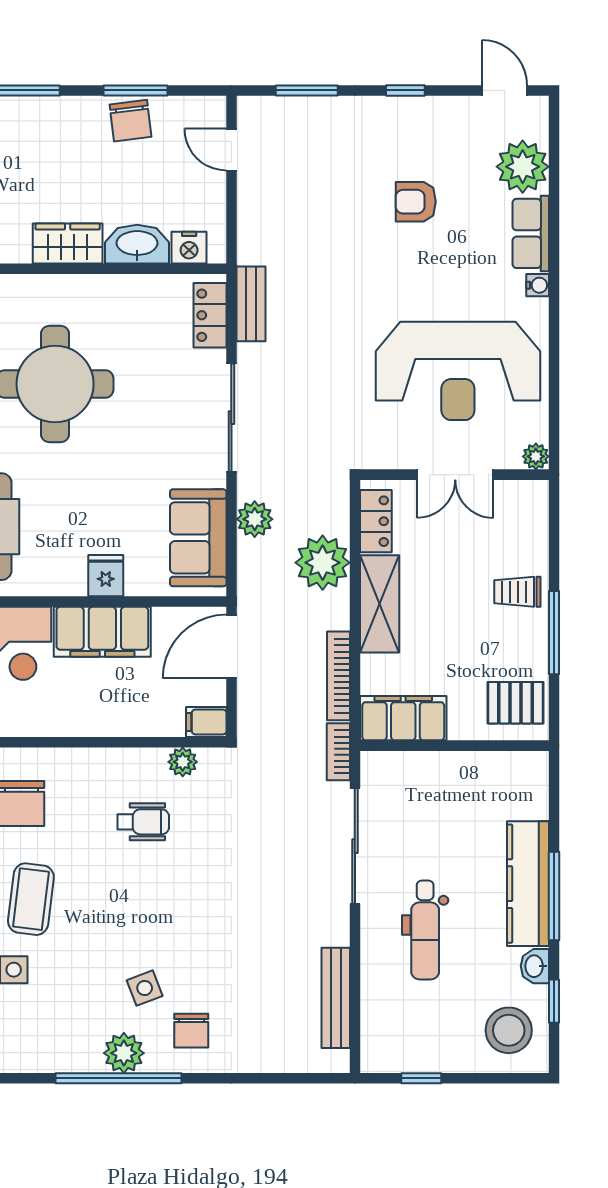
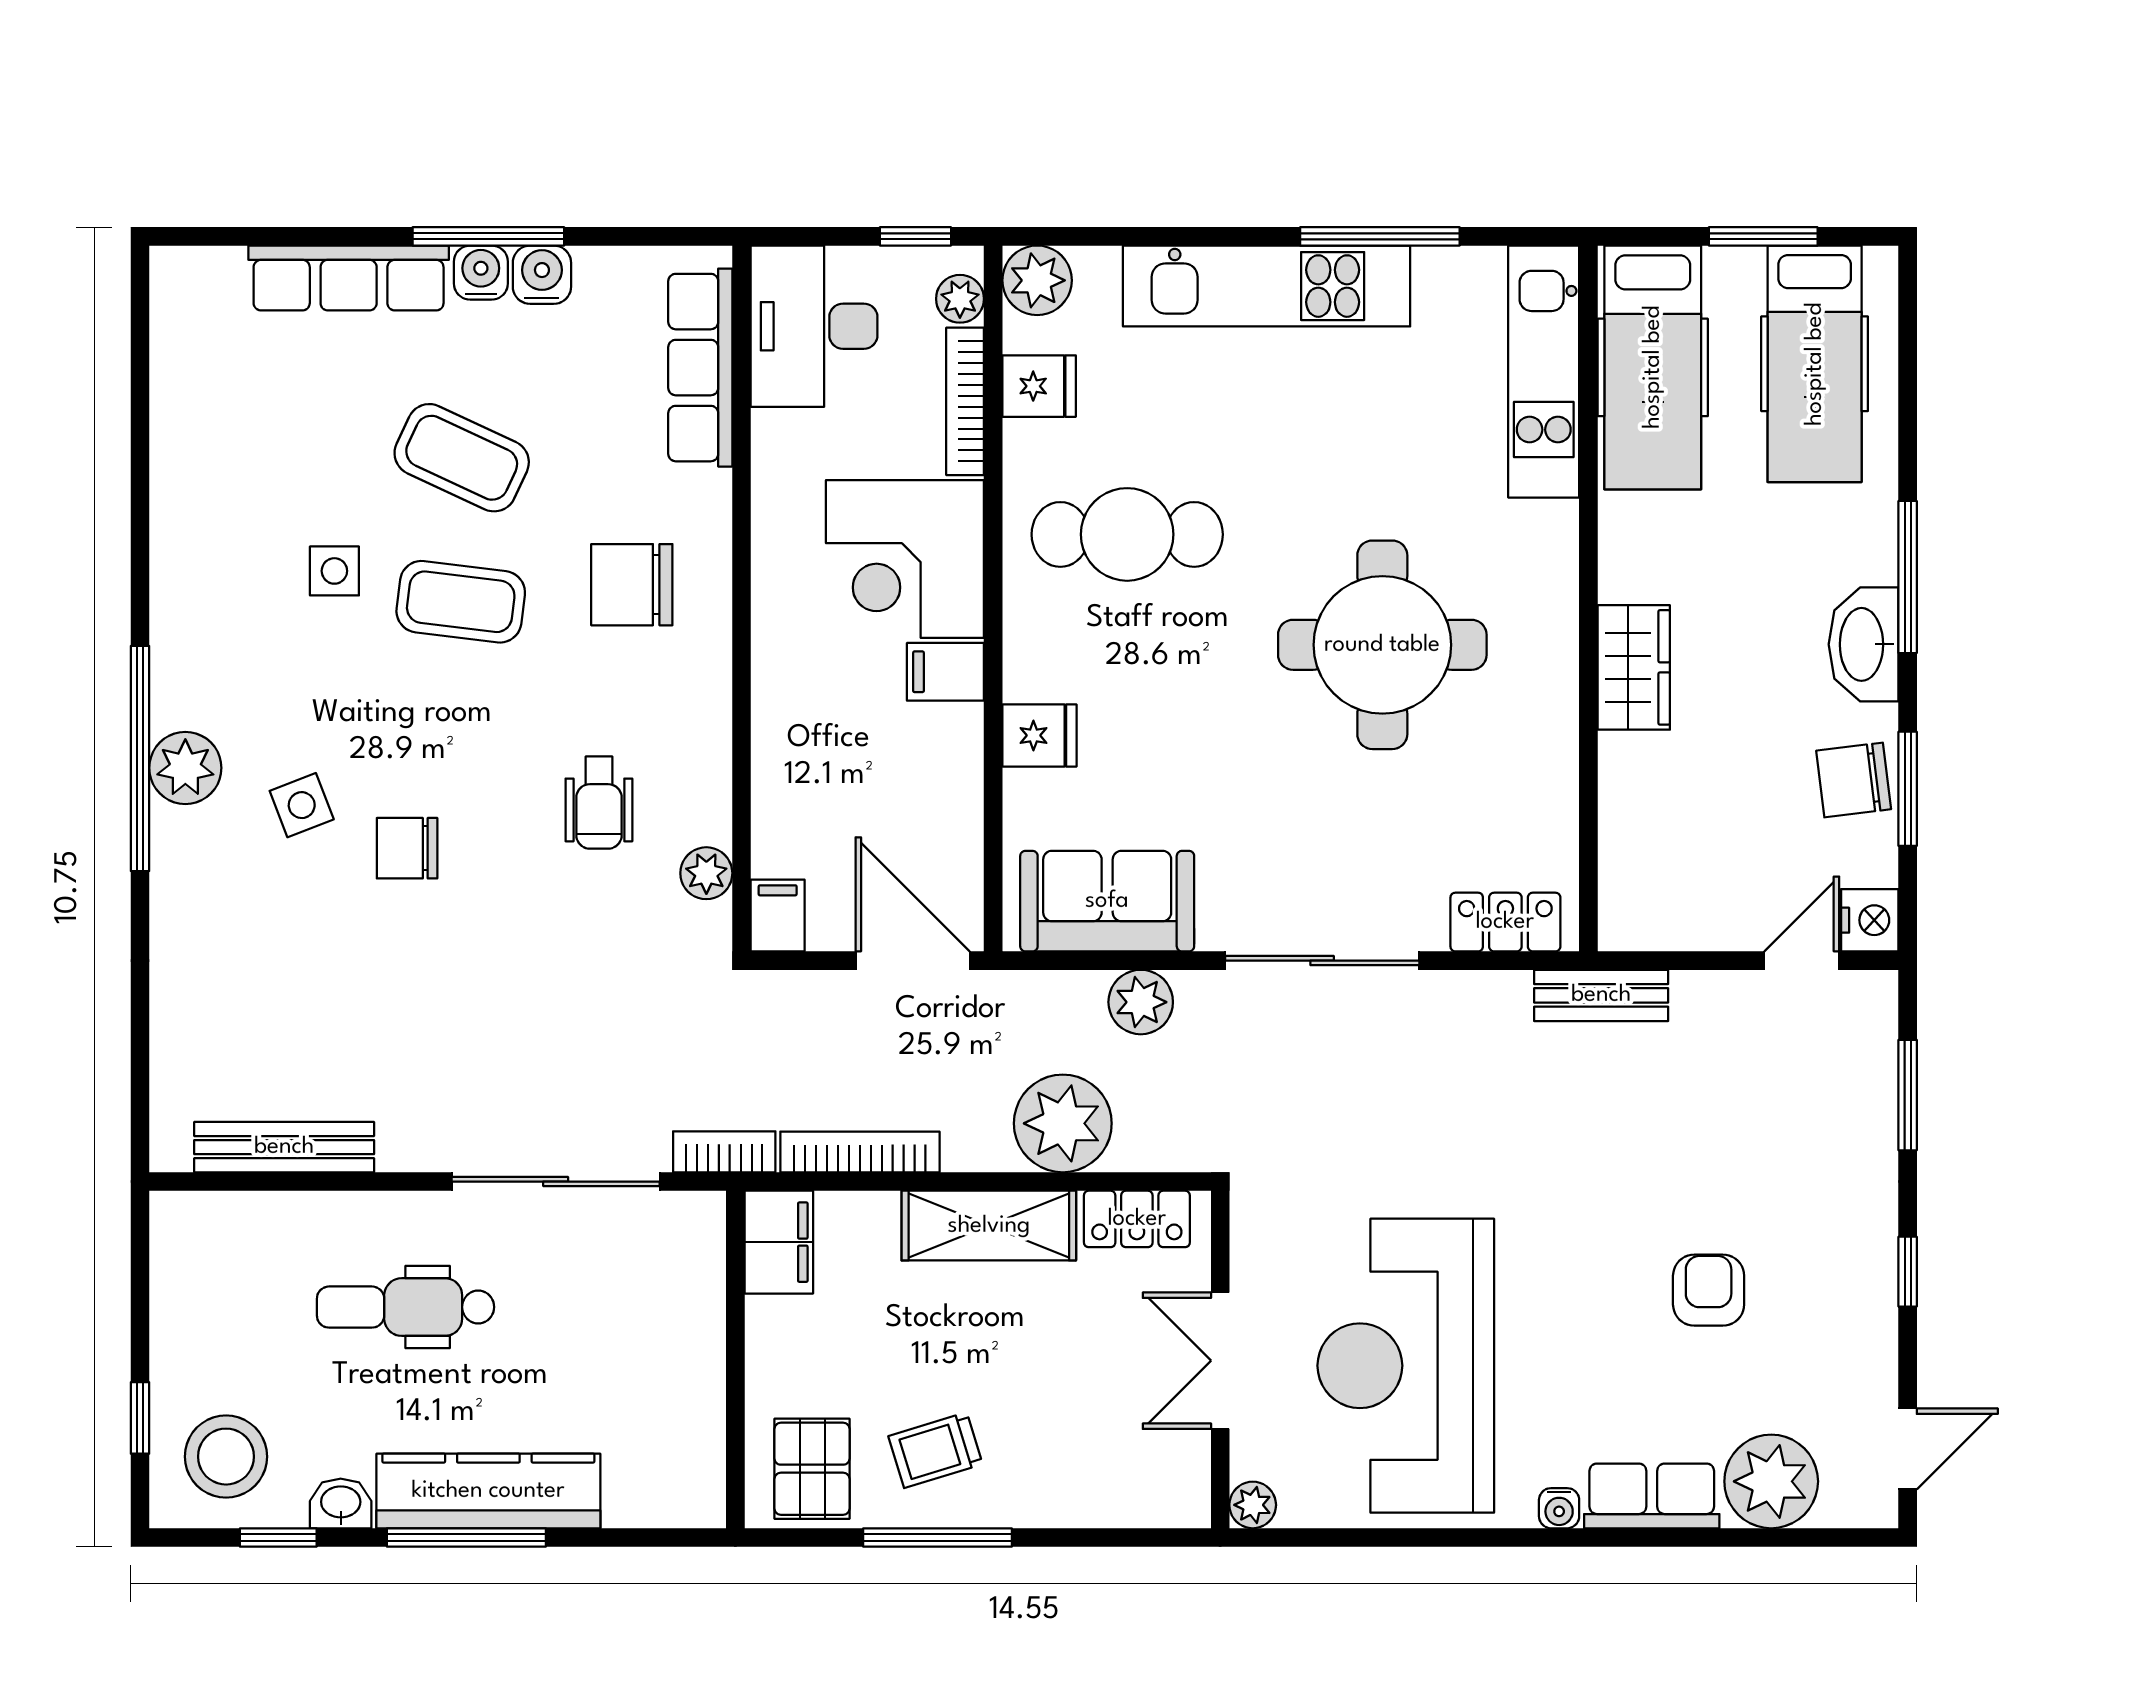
washbasin: (137, 244) -> (1864, 644), moved, turned 180
nightstand: (189, 248) -> (1870, 920), moved, turned 180
bench: (251, 304) -> (1601, 995), moved
trolley: (517, 592) -> (935, 1450), moved, turned -107
filing cabinet: (102, 632) -> (945, 672), width x0.33, depth x0.86
filing cabinet: (403, 718) -> (779, 1242), width x0.67, depth x0.86
chair: (191, 1031) -> (407, 848), moved
window: (421, 1078) -> (140, 1418), moved

